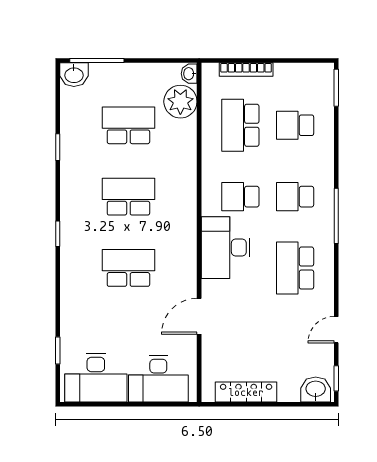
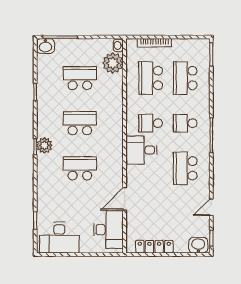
school desk: (295, 125) -> (185, 78), width x1.85
plant: (72, 232) -> (44, 145), added
desk: (226, 248) -> (141, 150), width x0.73
desk: (158, 379) -> (108, 230), moved, turned -90

